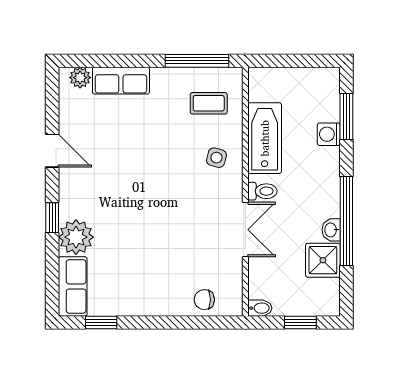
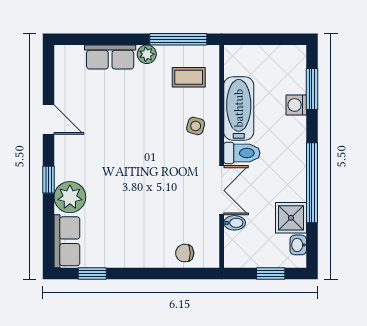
plant: (80, 78) -> (147, 54), moved
toilet: (262, 191) -> (242, 153), width x1.37, depth x1.39
washbasin: (331, 230) -> (298, 245), moved
bidet: (260, 308) -> (235, 223), moved

